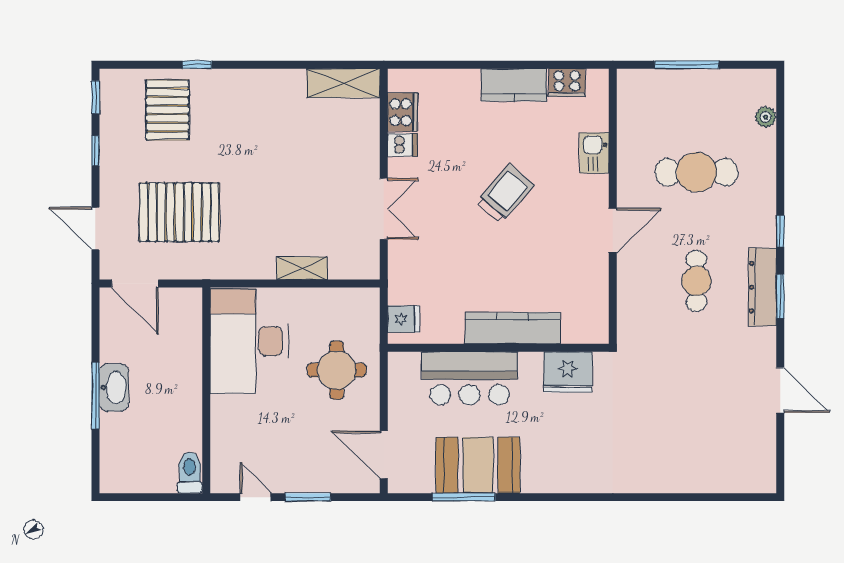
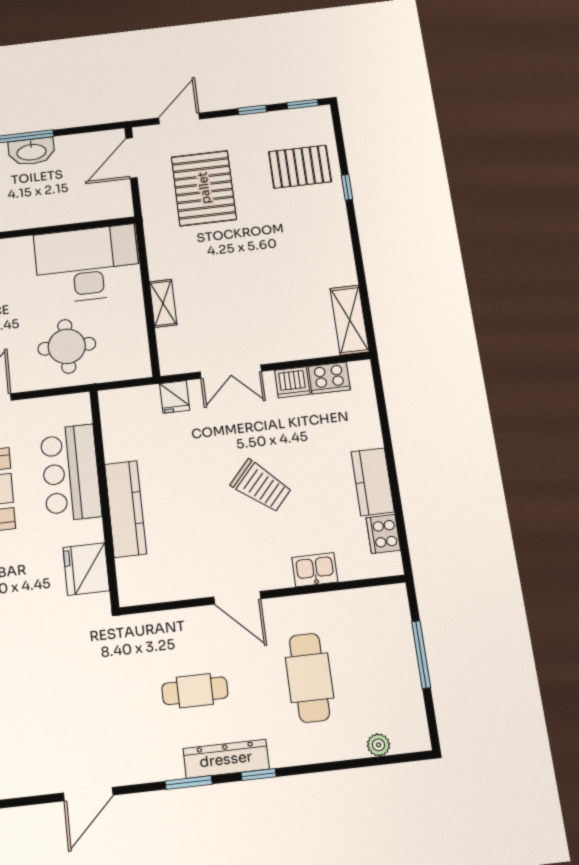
dishwasher: (402, 145) -> (292, 382), width x1.38
dresser: (762, 287) -> (226, 759), moved
fridge: (404, 319) -> (175, 397), moved

